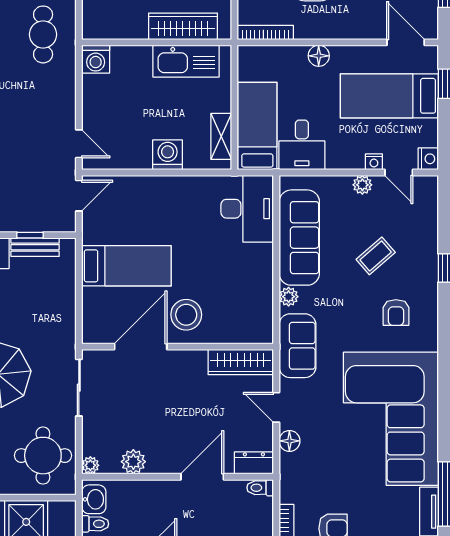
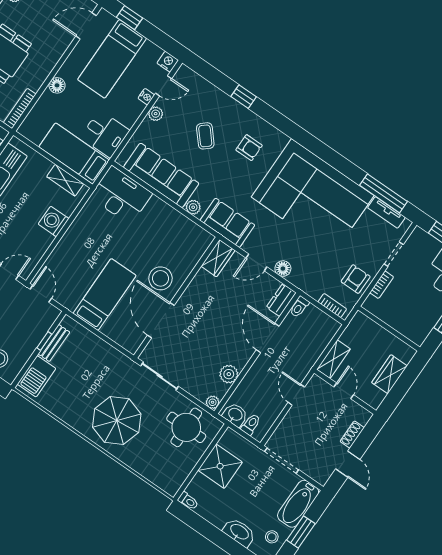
wardrobe: (241, 362) -> (218, 258), width x0.67

